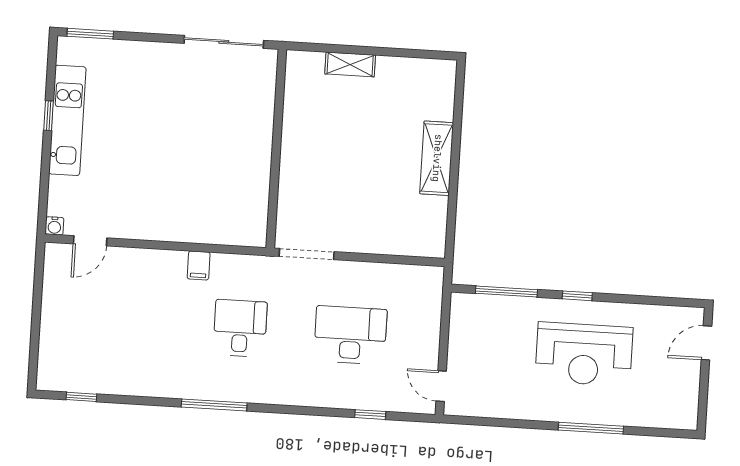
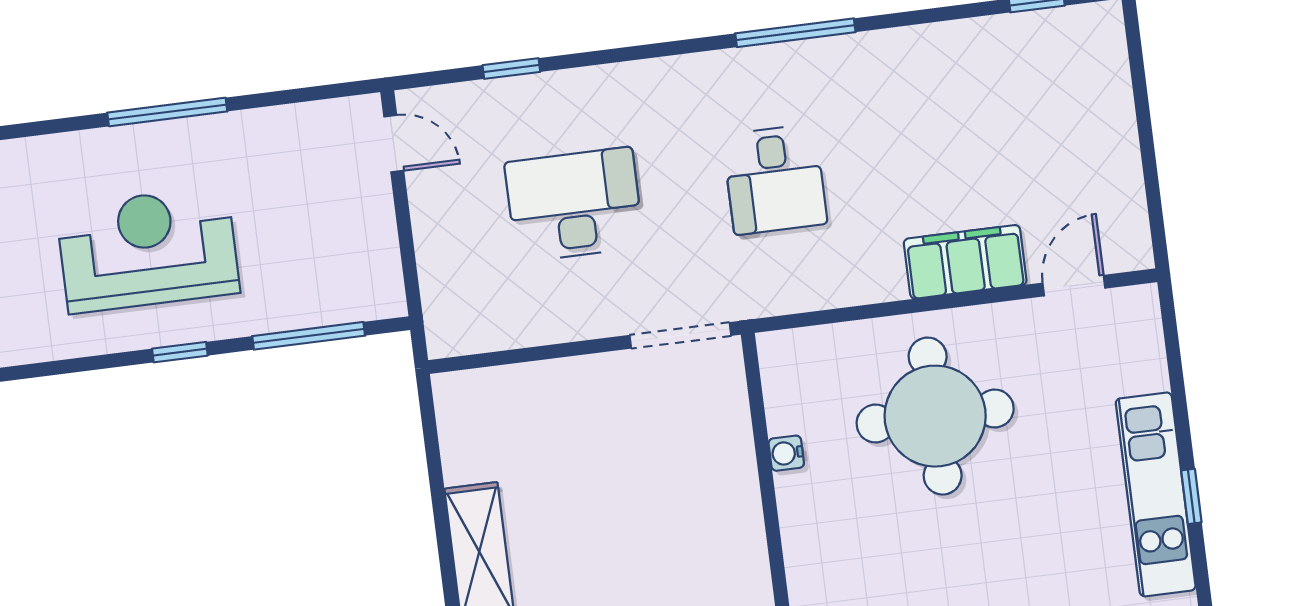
round table: (178, 185) -> (935, 416), added
water cooler: (54, 226) -> (786, 453), moved, turned -90
filing cabinet: (199, 265) -> (965, 262), moved, width x3.00, depth x1.17
desk: (350, 335) -> (574, 205), turned 180
window: (591, 428) -> (167, 112), moved

